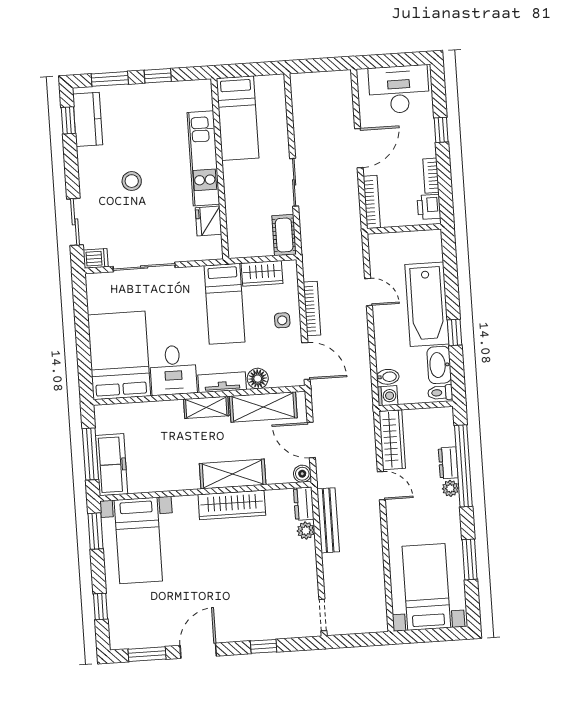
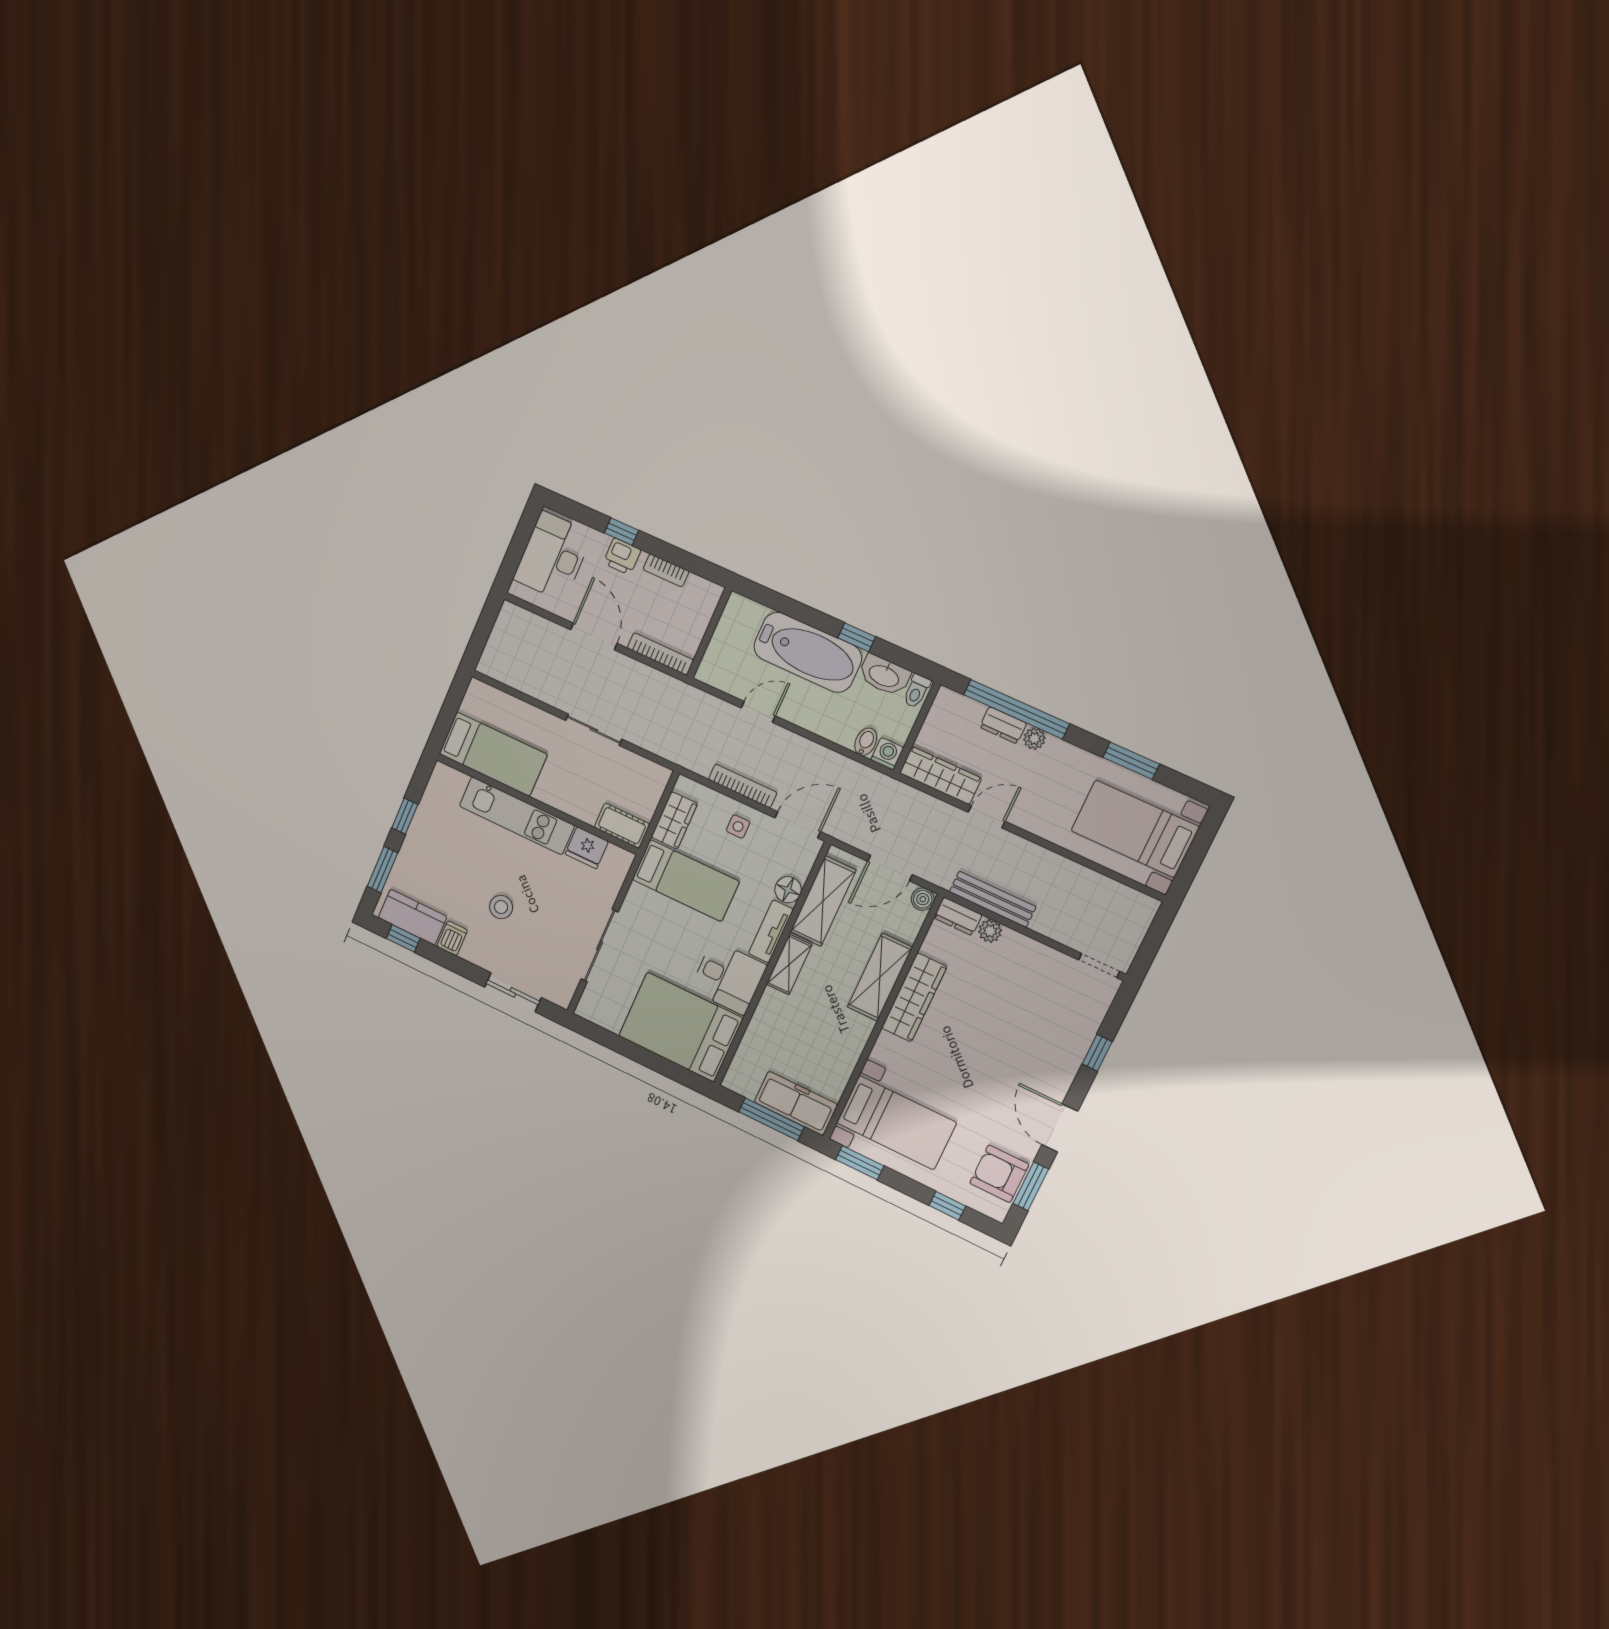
printer: (429, 207) -> (622, 556), moved
cot: (284, 235) -> (622, 826), moved
dishwasher: (96, 258) -> (452, 938), moved
armchair: (143, 629) -> (999, 1174), added

